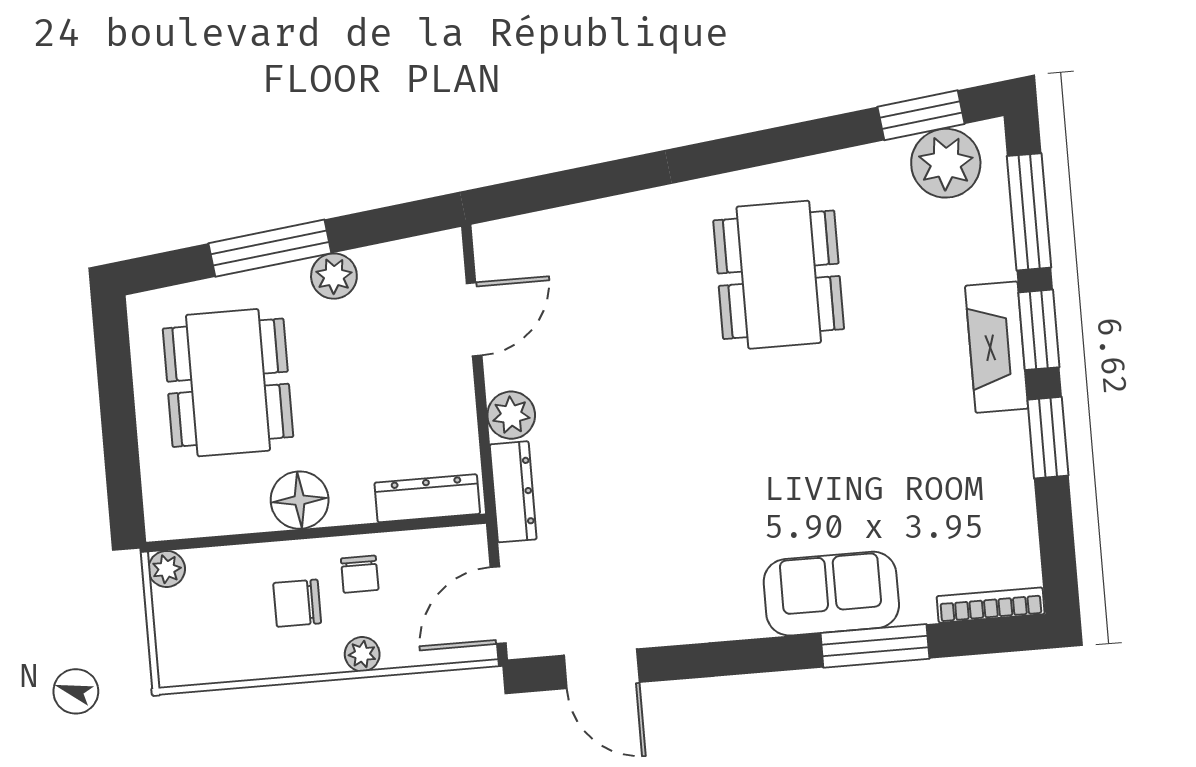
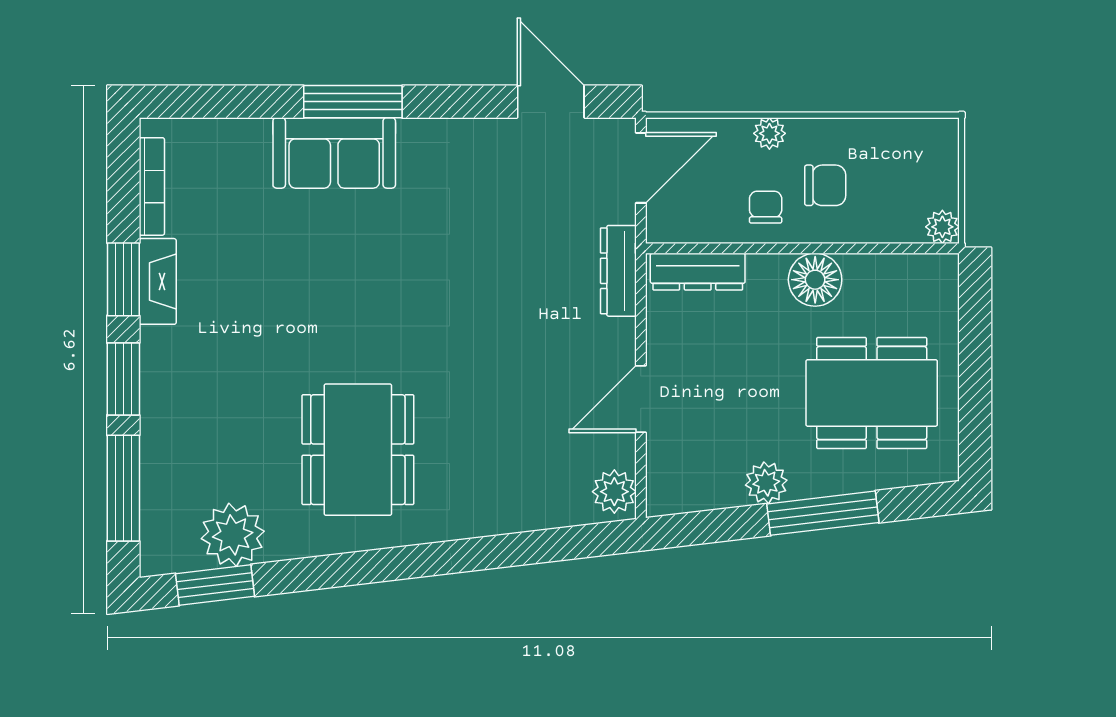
plant: (946, 163) -> (233, 535), moved
door: (474, 319) -> (641, 399), moved
fireplace: (997, 347) -> (158, 281), moved, width x0.73, depth x0.76
dining table: (228, 383) -> (872, 393), turned 90
plant: (511, 415) -> (614, 492), moved
bookcase: (991, 605) -> (152, 186), moved, turned -90
window: (875, 646) -> (353, 102), moved

